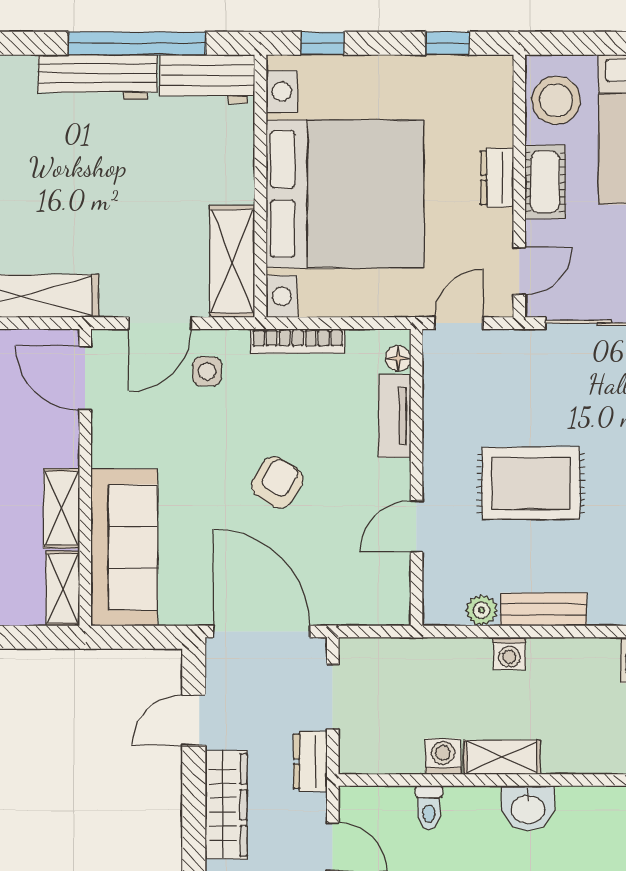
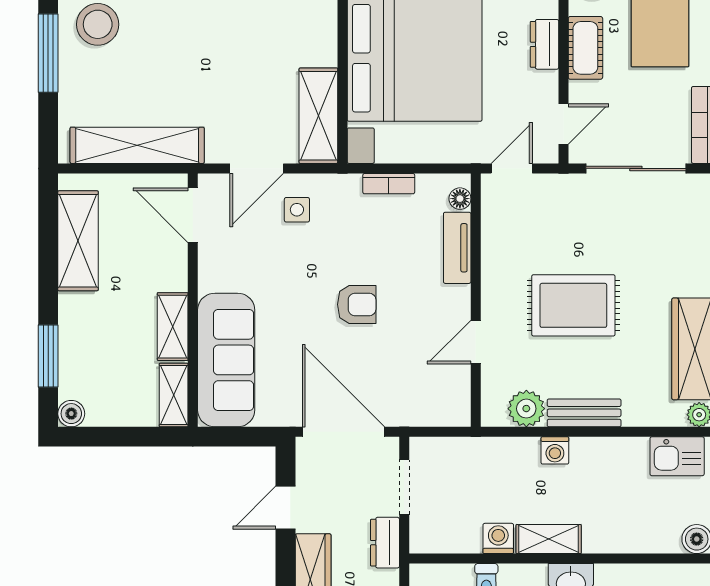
bookcase: (298, 341) -> (389, 184), width x0.64
armchair: (277, 482) -> (357, 304), turned 58
plant: (482, 610) -> (526, 409), width x1.38, depth x1.38

